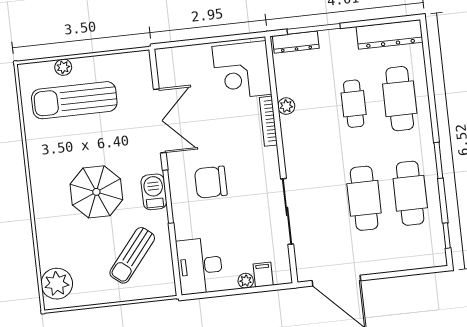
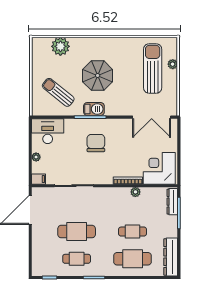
double door: (160, 121) -> (152, 117), moved
cafe table: (410, 193) -> (77, 259), width x0.73, depth x0.74
filing cabinet: (263, 275) -> (39, 179), moved
plant: (57, 284) -> (60, 46), moved

